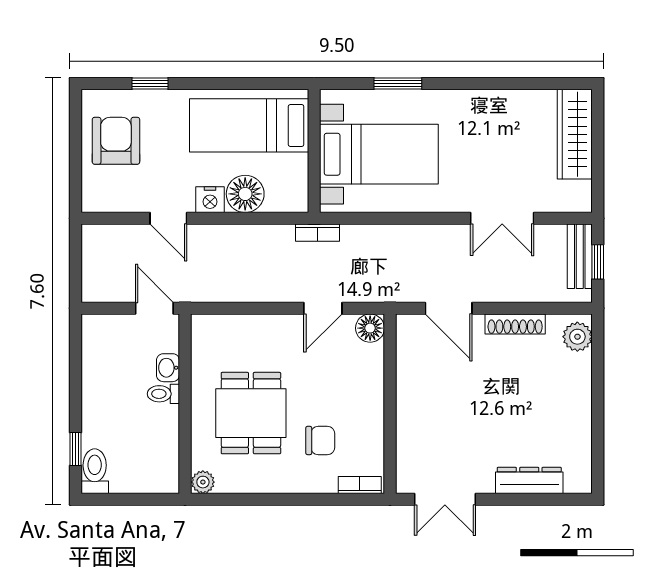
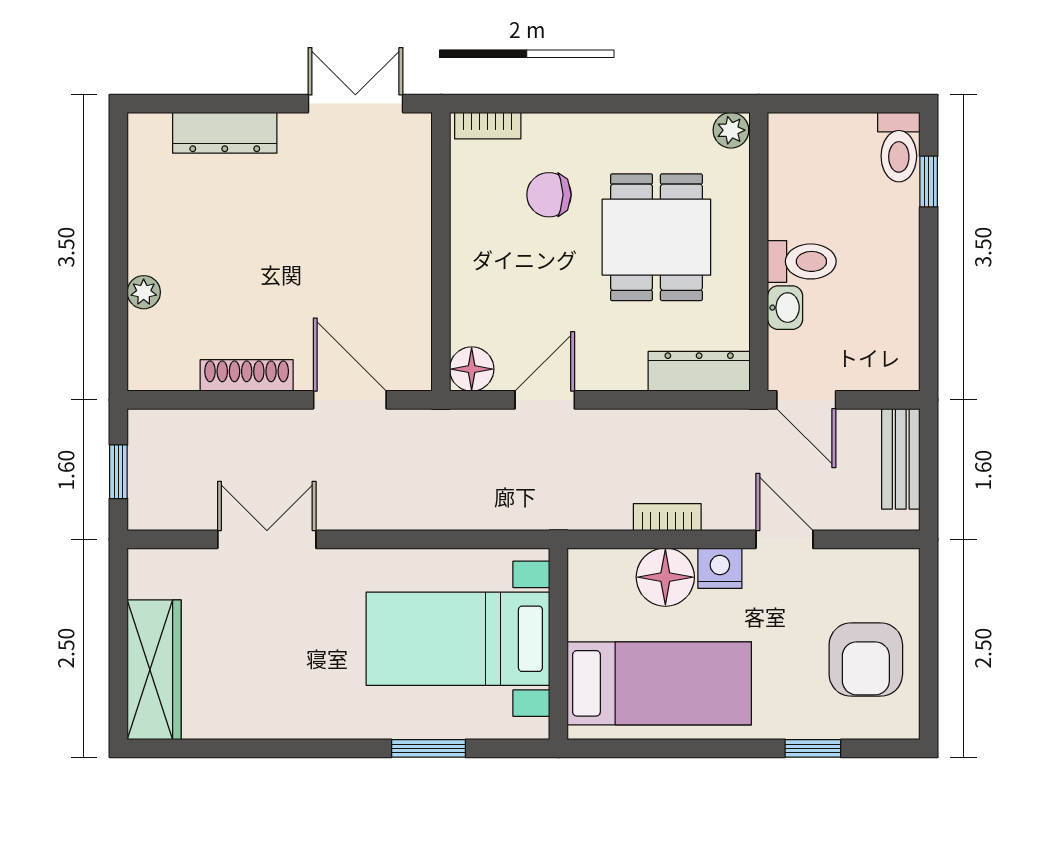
bookcase: (318, 233) -> (667, 517), moved
bench: (580, 256) -> (901, 459), moved
dresser: (223, 327) -> (699, 371), added
plant: (577, 337) -> (144, 292), moved, width x0.73, depth x0.73
toilet: (163, 394) -> (802, 261), width x1.37, depth x1.39

